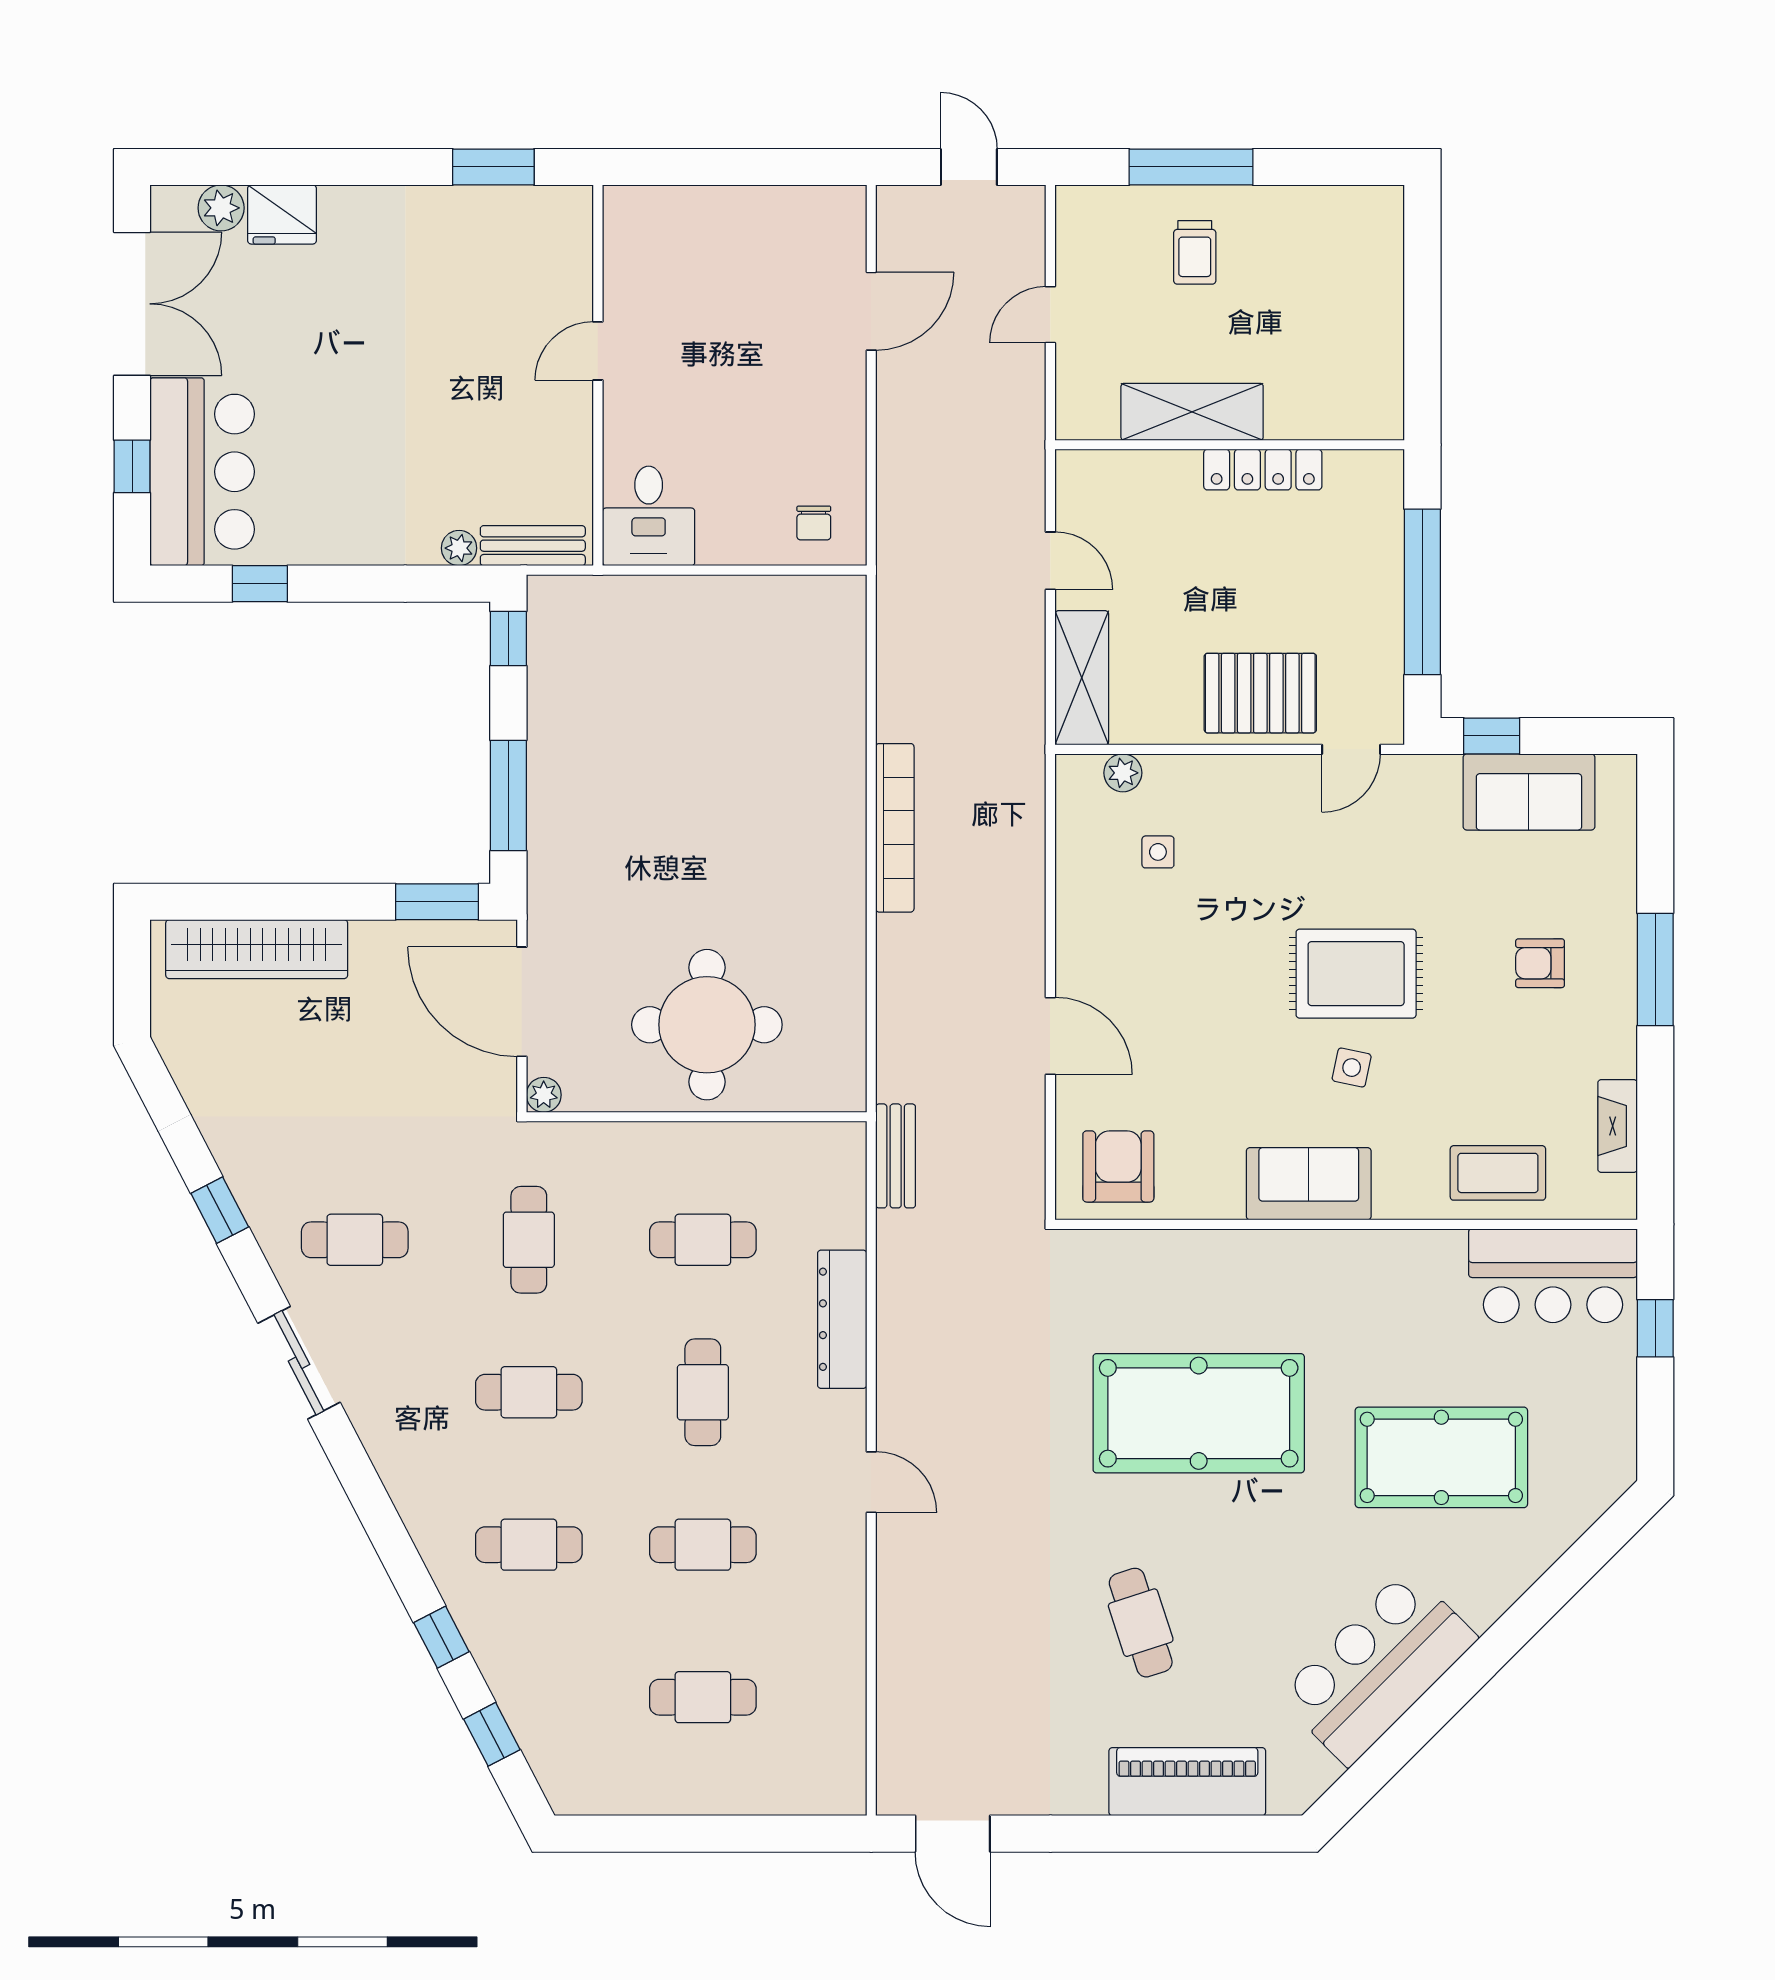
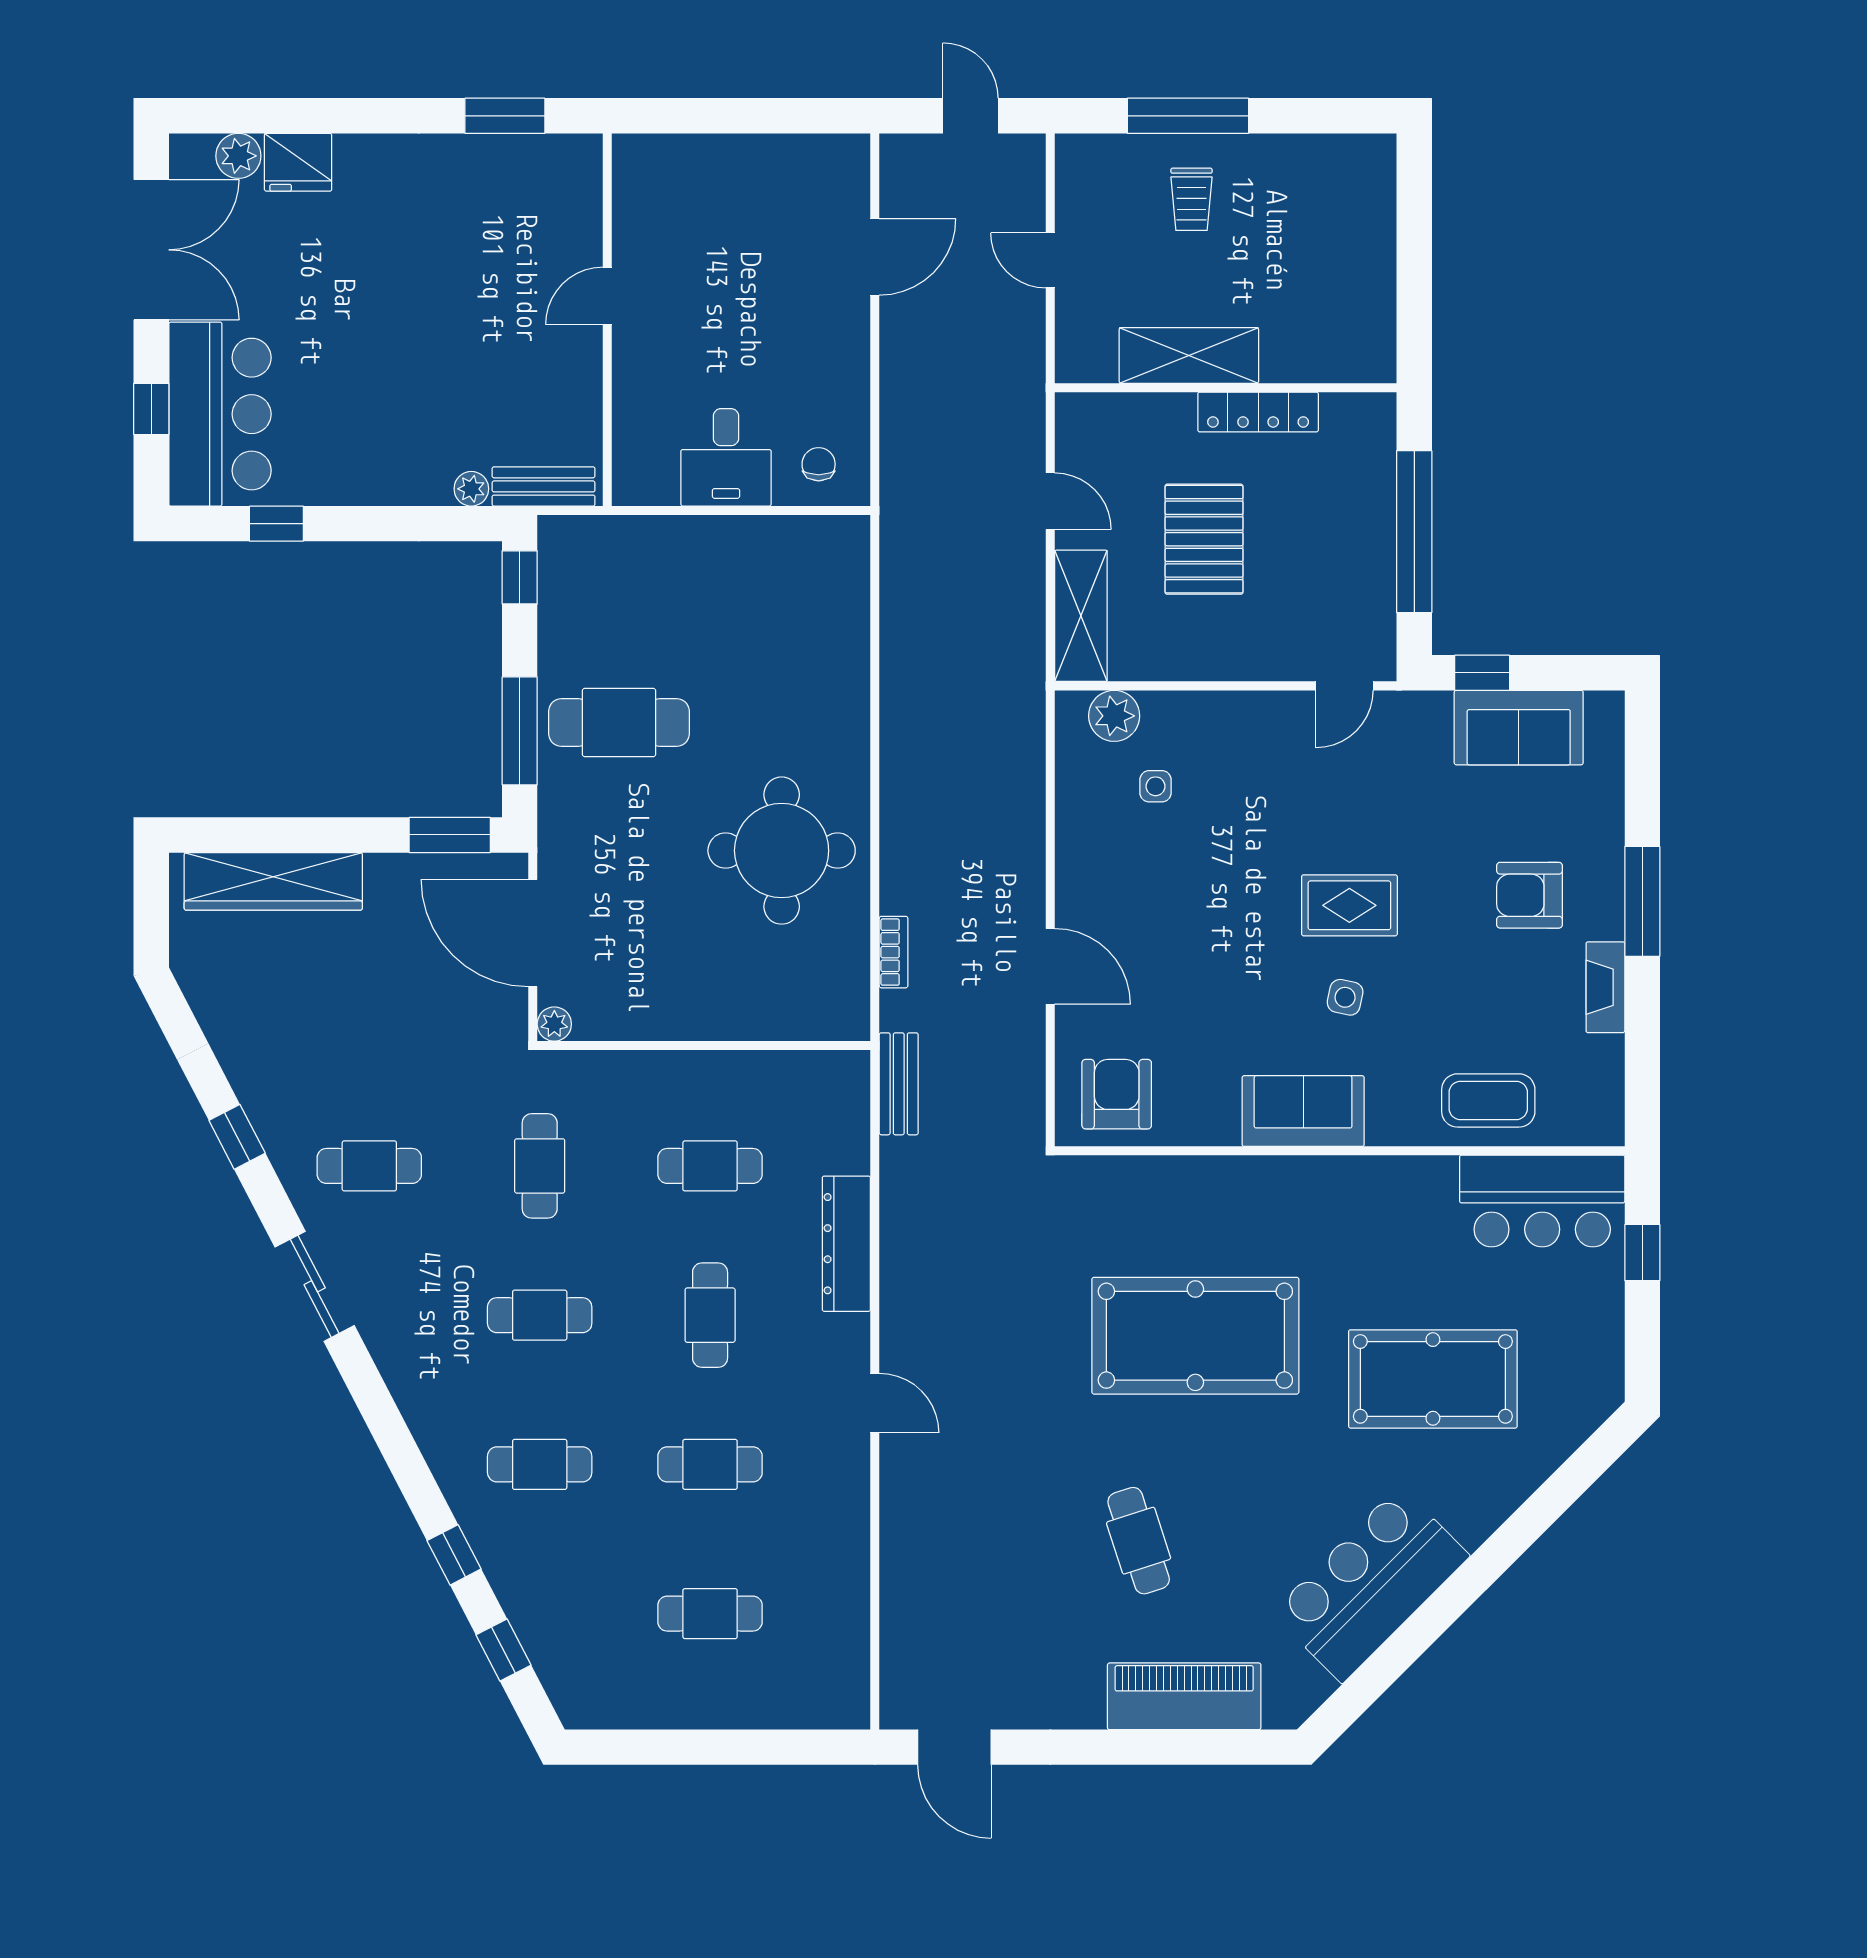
door: (1050, 315) -> (1050, 260), hinge flipped
desk: (649, 516) -> (726, 457), moved
chair: (814, 523) -> (819, 464), turned 180
pallet: (1260, 693) -> (1204, 539), moved, turned 90
plant: (1123, 773) -> (1114, 716), width x1.38, depth x1.38
cafe table: (610, 787) -> (619, 722), added
bookcase: (895, 828) -> (894, 952), moved, width x0.43, depth x0.76
armchair: (1540, 963) -> (1530, 895), width x1.38, depth x1.38
rug: (1356, 974) -> (1349, 905), width x0.73, depth x0.70
round table: (707, 1025) -> (782, 851), moved
fireplace: (1618, 1126) -> (1605, 987), moved

